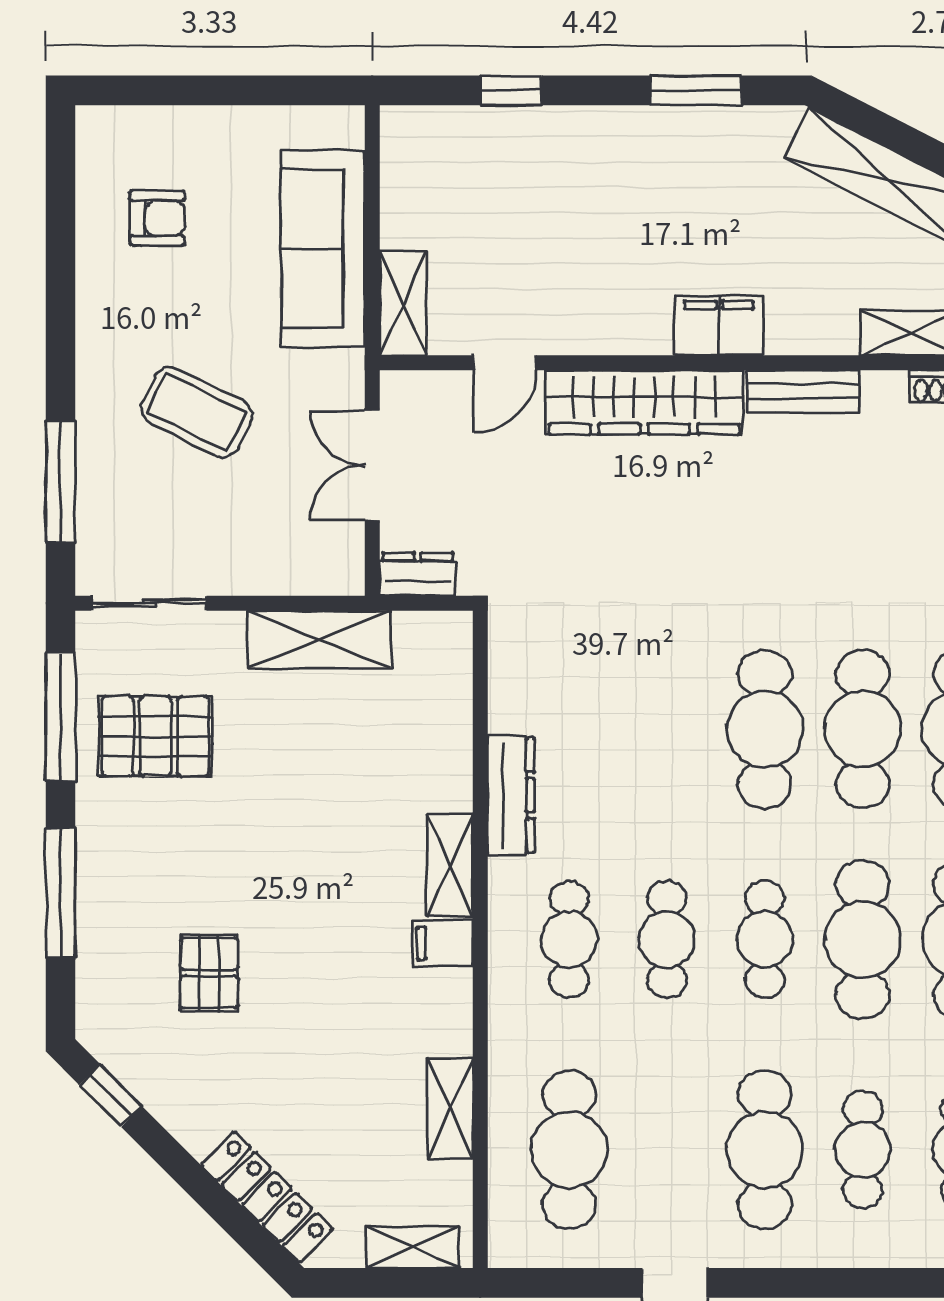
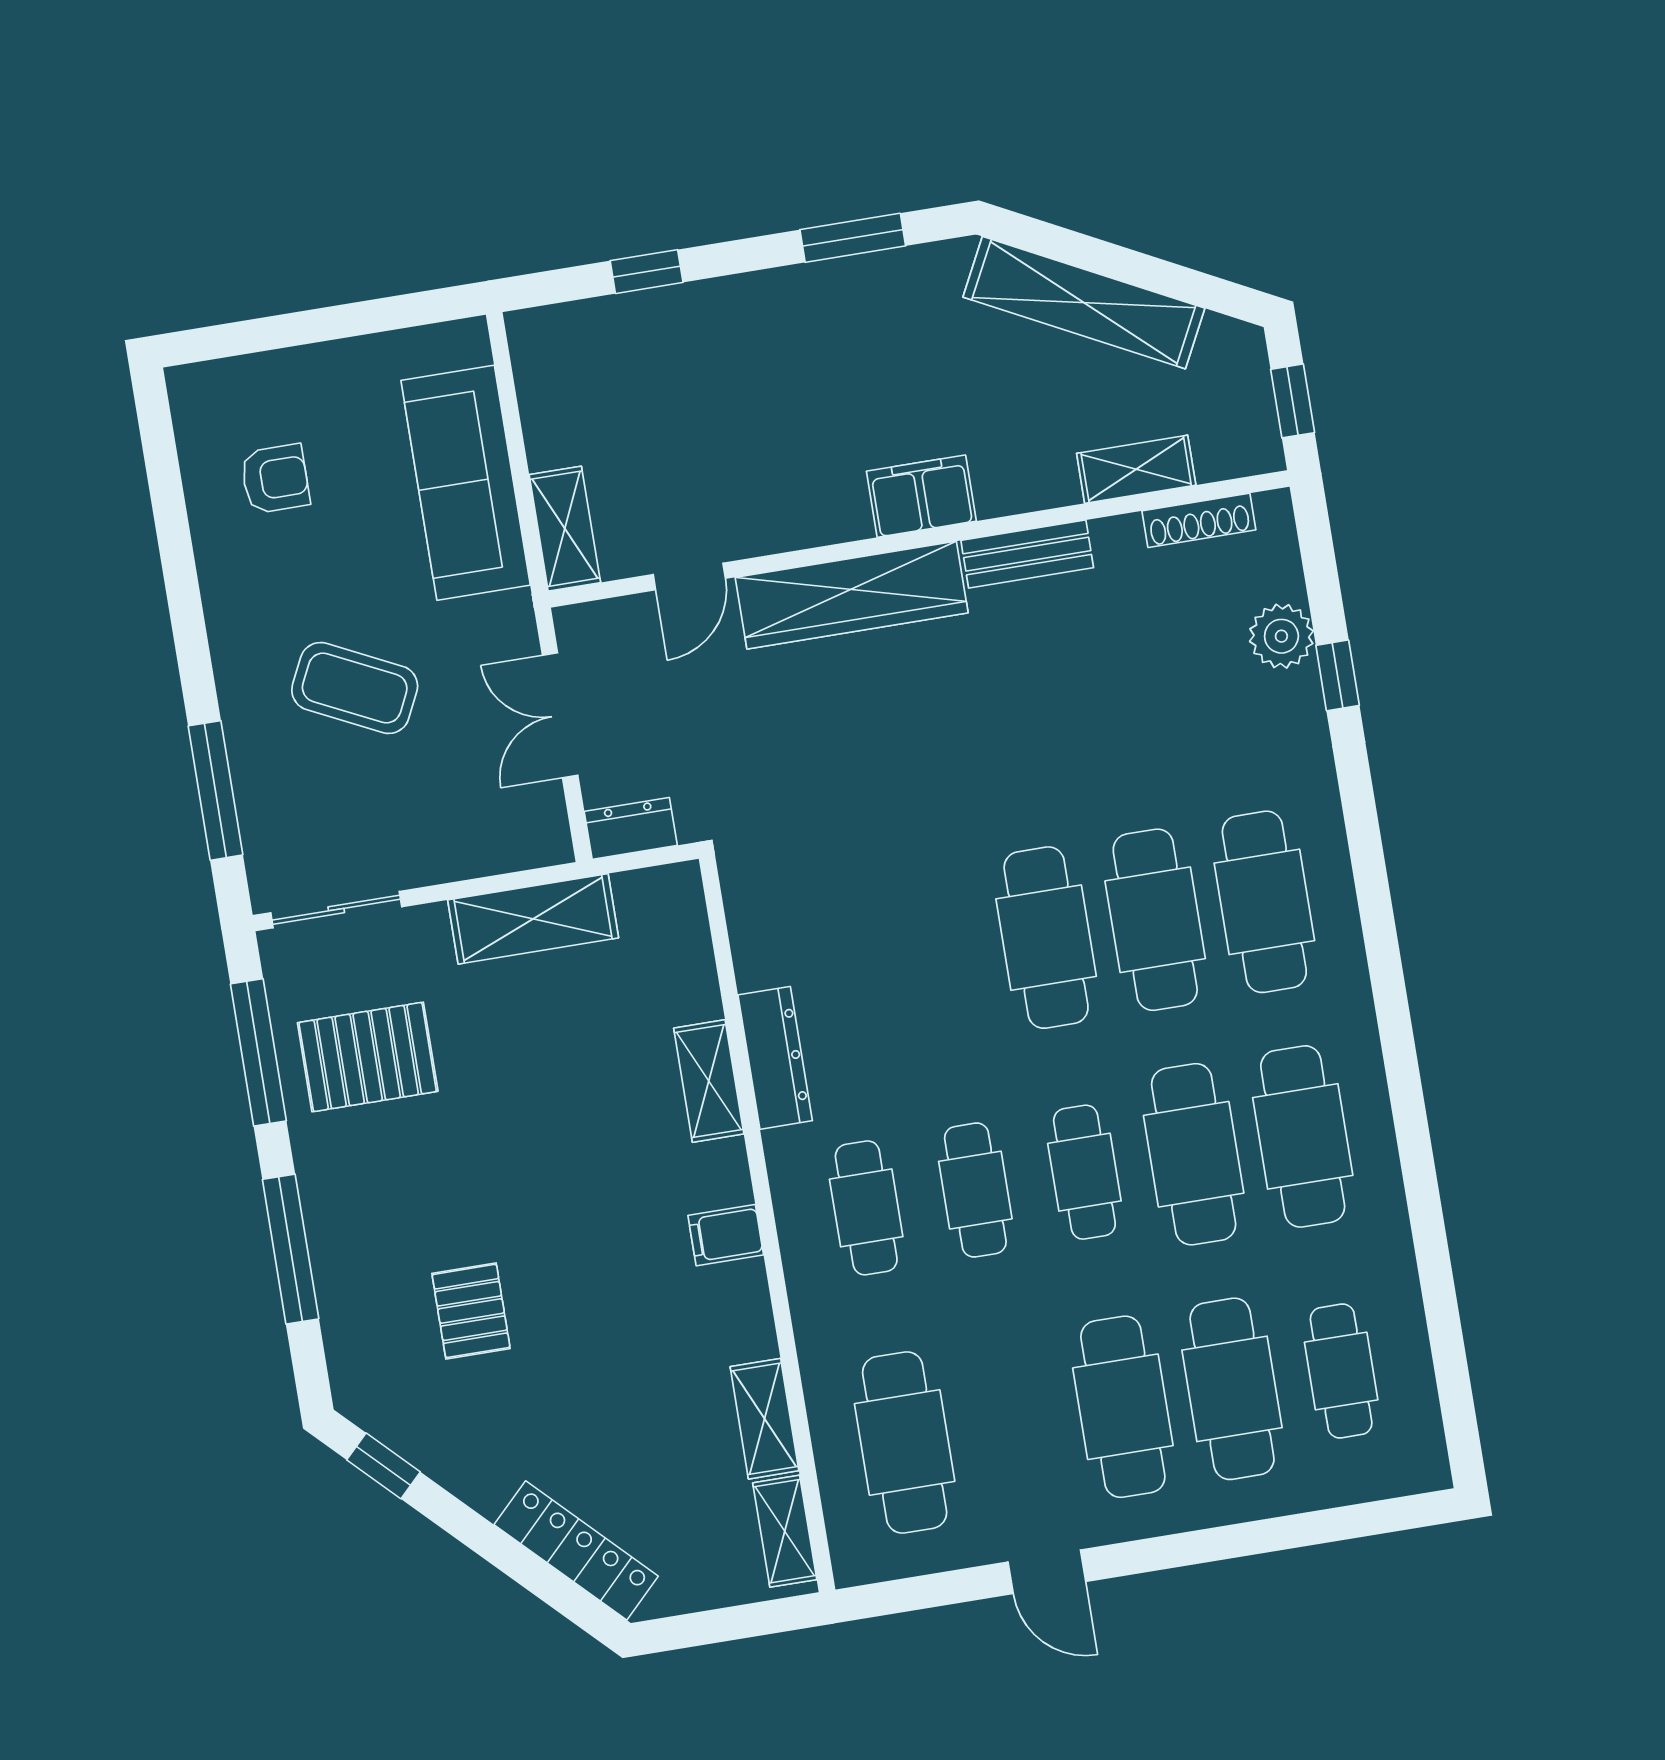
shelving: (450, 865) -> (709, 1081), moved
cafe table: (863, 1150) -> (1232, 1389), width x1.37, depth x1.35
shelving: (413, 1247) -> (785, 1531), moved, turned 90

